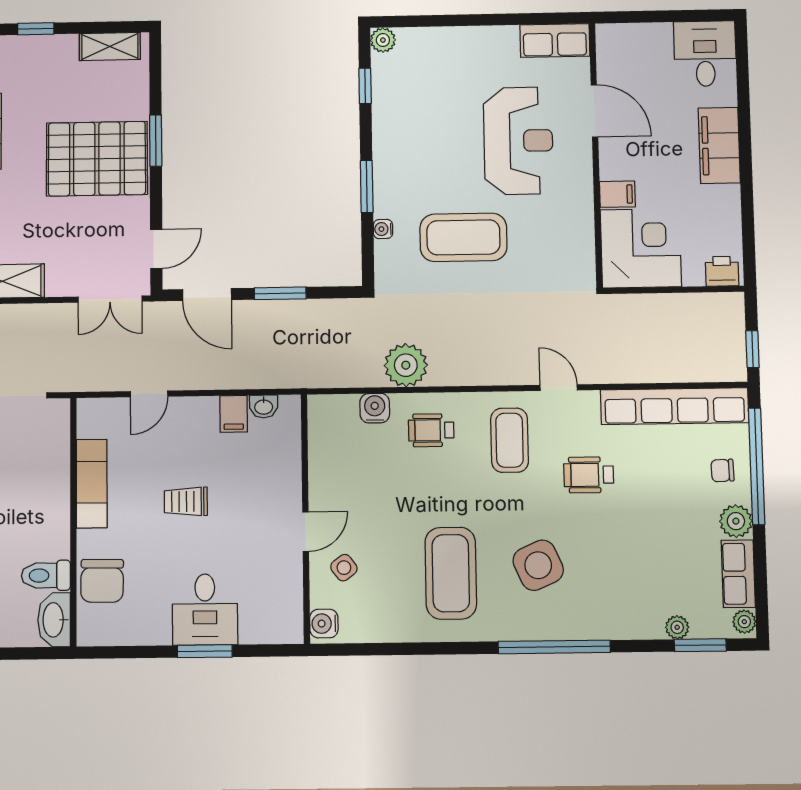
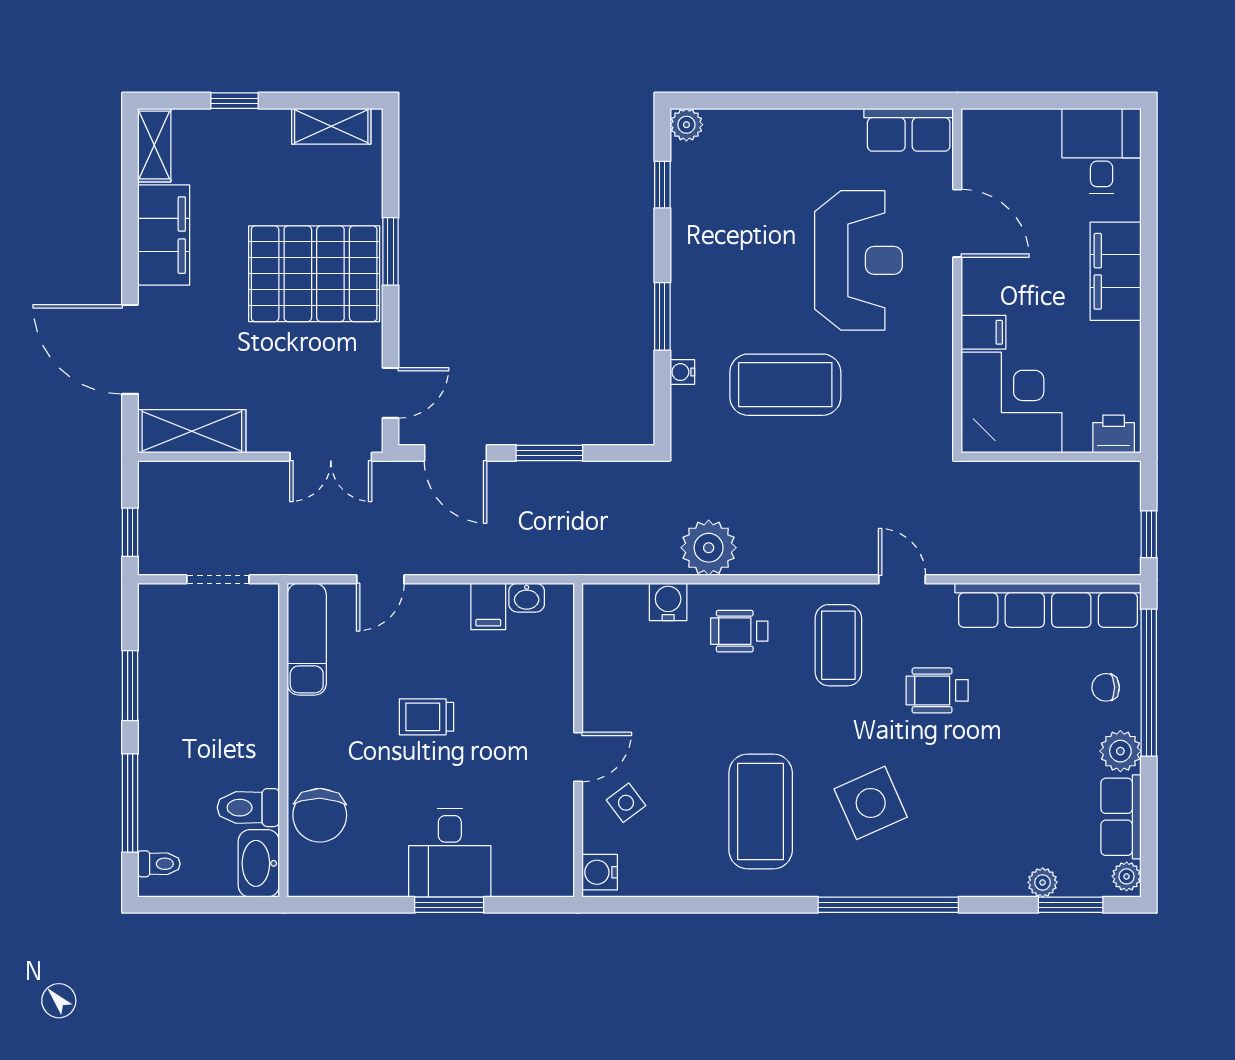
exam couch: (92, 484) -> (307, 639), moved

